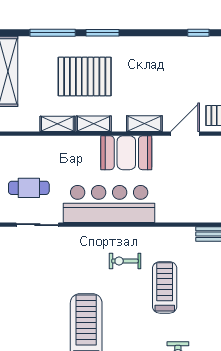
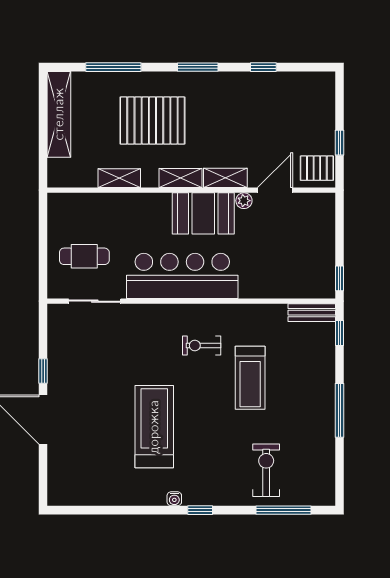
window: (103, 33) -> (198, 67), moved
window: (198, 33) -> (263, 67), moved
shelving: (94, 124) -> (180, 178), moved
plant: (160, 142) -> (244, 201), added
treadmill: (165, 287) -> (250, 378), turned 180

